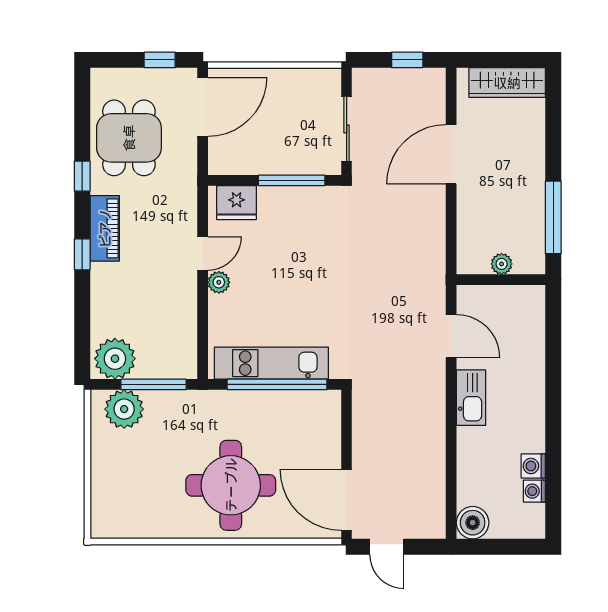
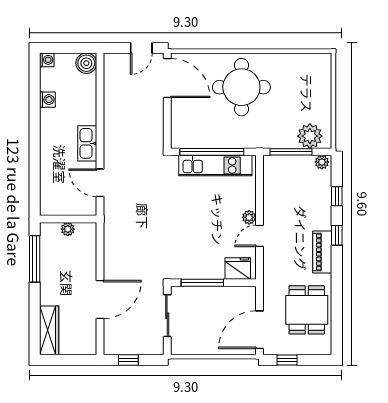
wardrobe: (507, 83) -> (49, 330), moved, turned 90
window: (82, 176) -> (337, 196), moved
plant: (115, 359) -> (322, 162), width x0.53, depth x0.53
washing machine: (534, 491) -> (47, 60), moved
door: (387, 547) -> (141, 48), swing flipped

